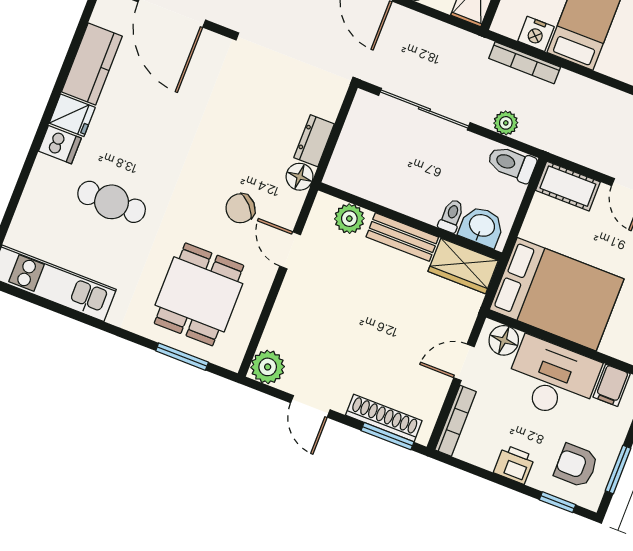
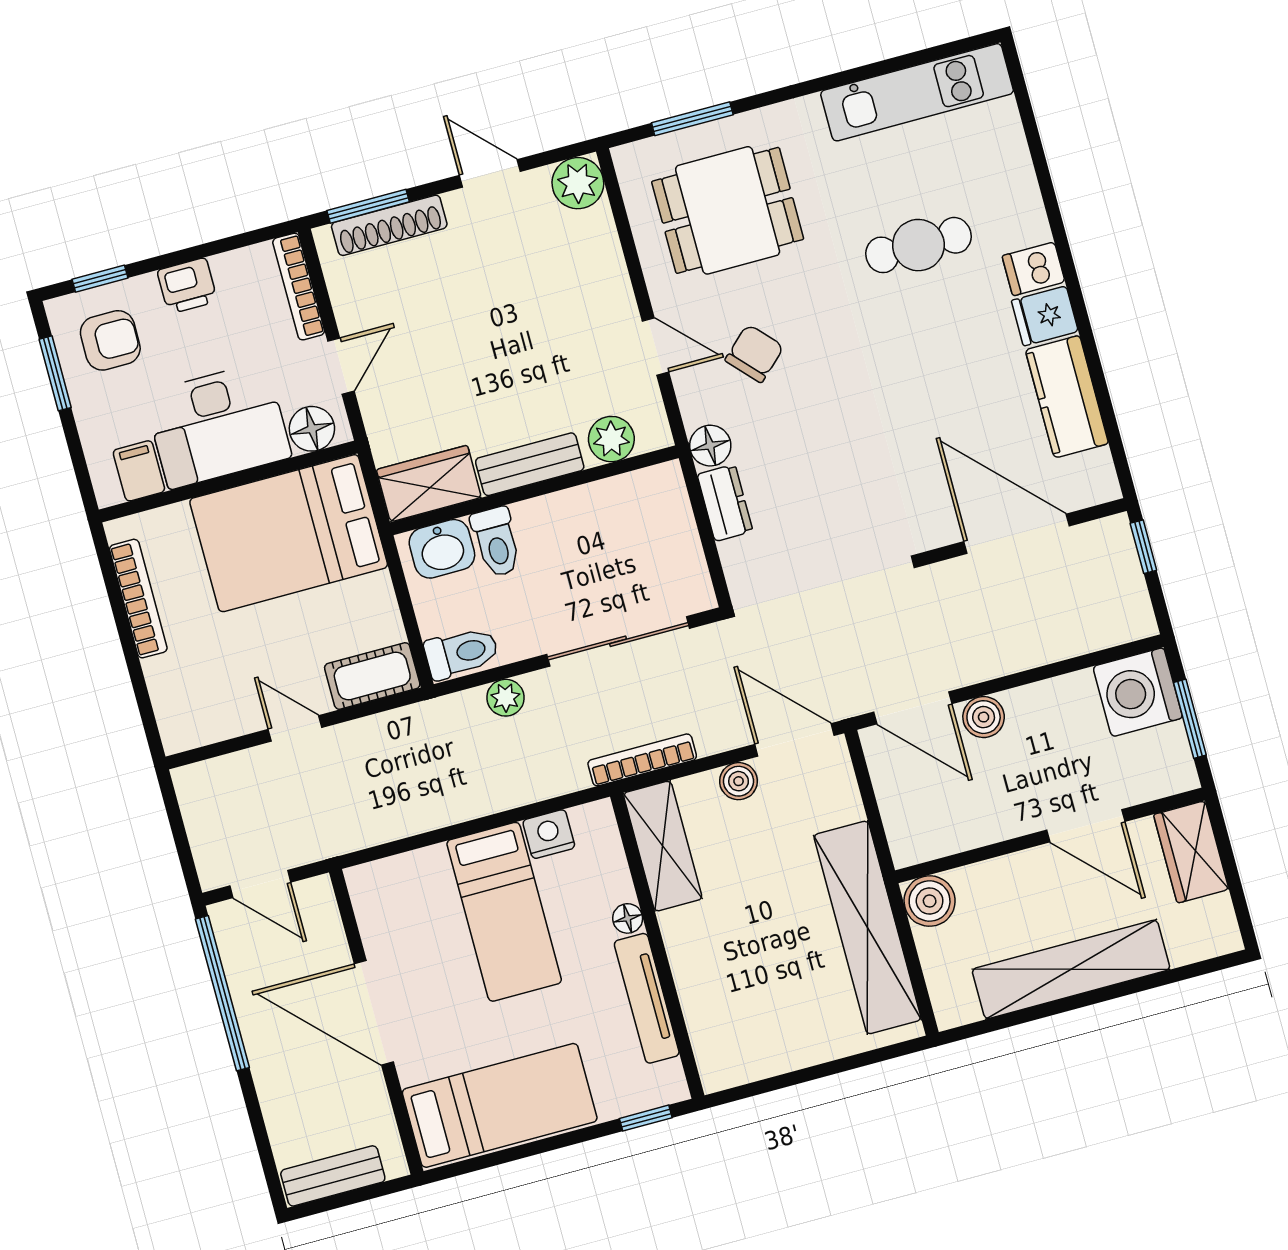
bookcase: (525, 63) -> (642, 760), moved
toilet: (451, 216) -> (496, 542), width x1.37, depth x1.39
dining table: (199, 294) -> (728, 210), turned 90

